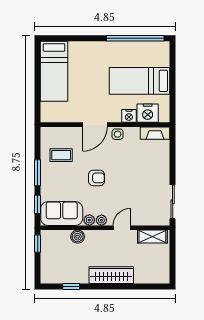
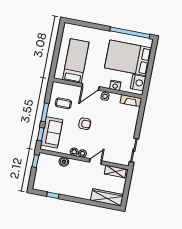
bed: (54, 71) -> (76, 61), moved, turned 180
bed: (139, 81) -> (128, 58), width x1.50
nightstand: (148, 113) -> (138, 83), moved, turned -90
sofa: (62, 214) -> (52, 132), moved, turned 90
wardrobe: (111, 275) -> (107, 197), moved

